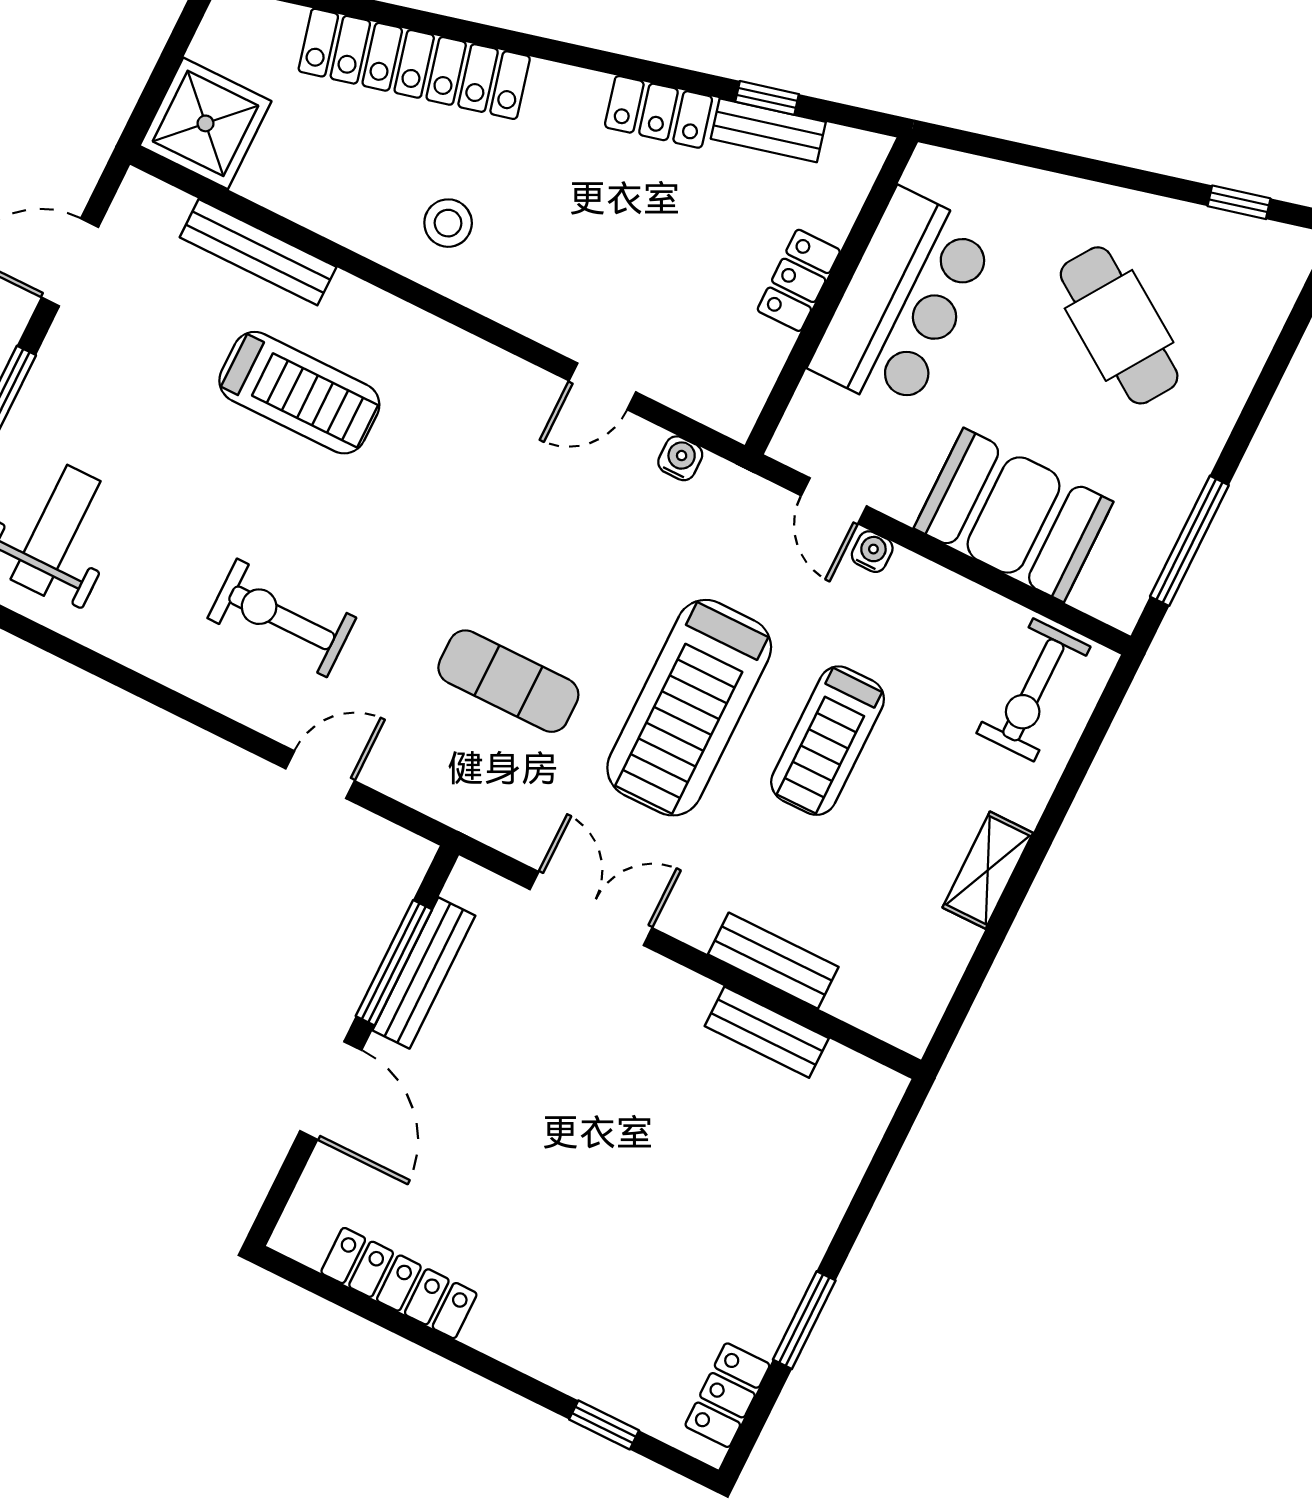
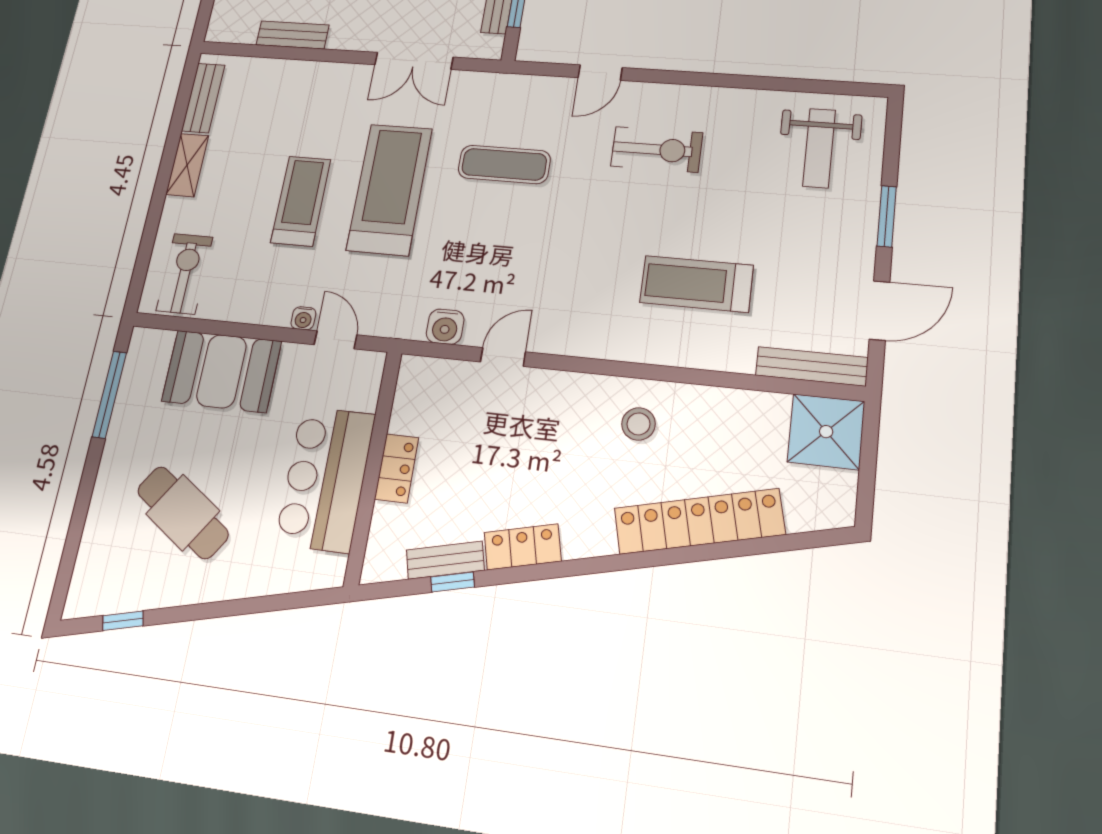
bench: (258, 252) -> (812, 366), moved
water cooler: (680, 458) -> (445, 327), width x1.38, depth x1.38
bench: (773, 961) -> (203, 98), moved, turned 90

